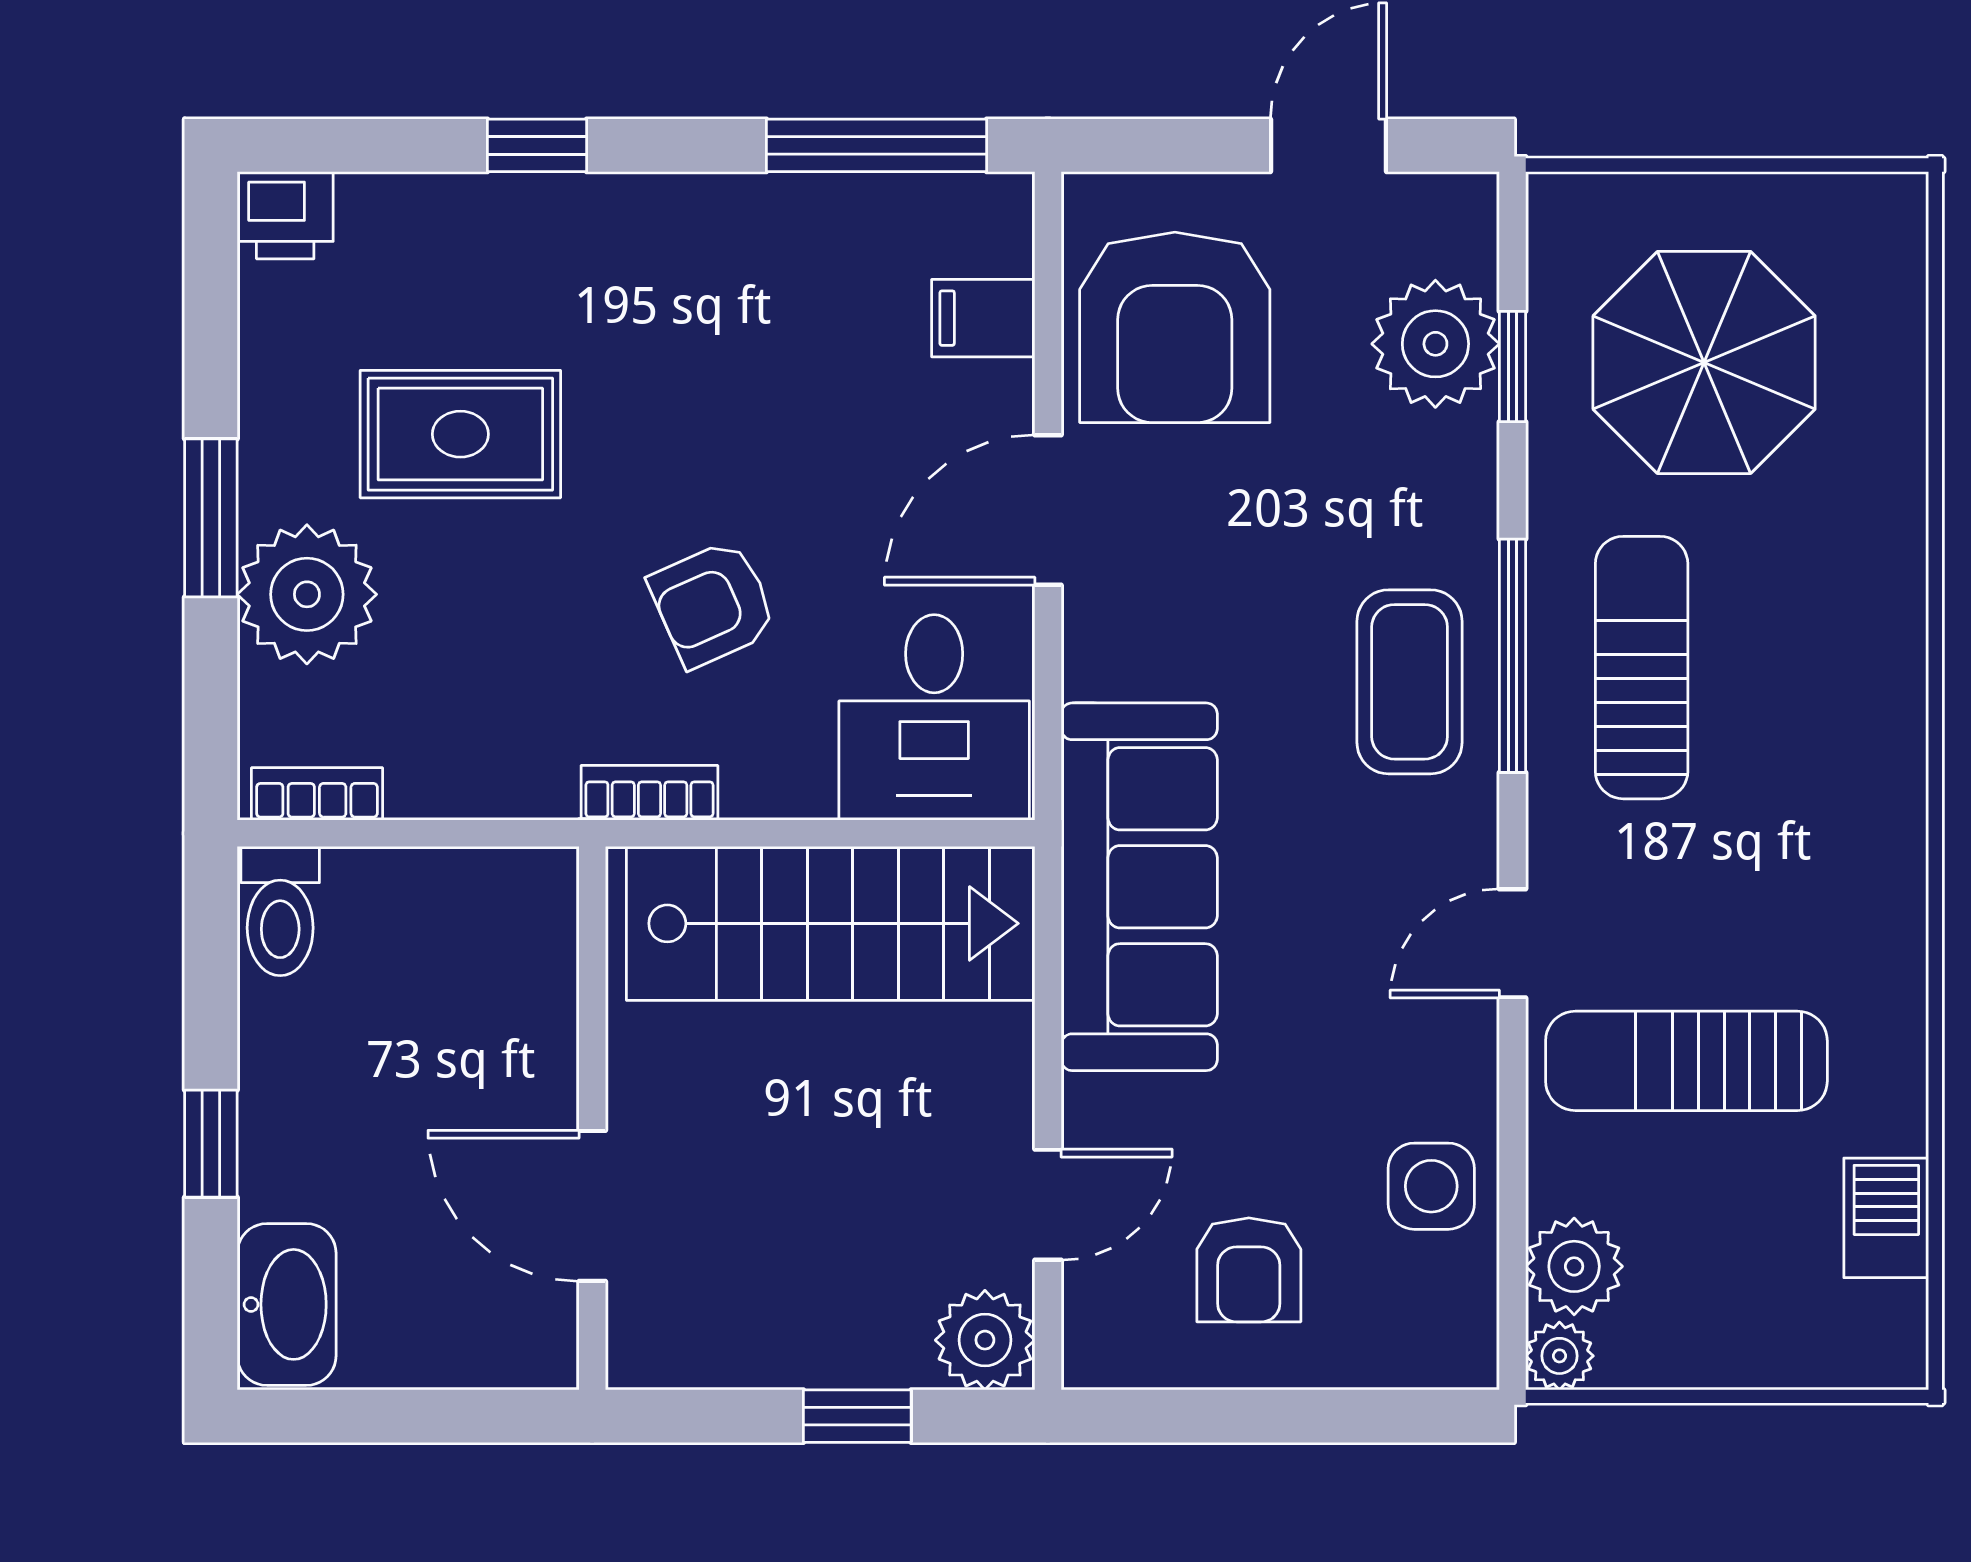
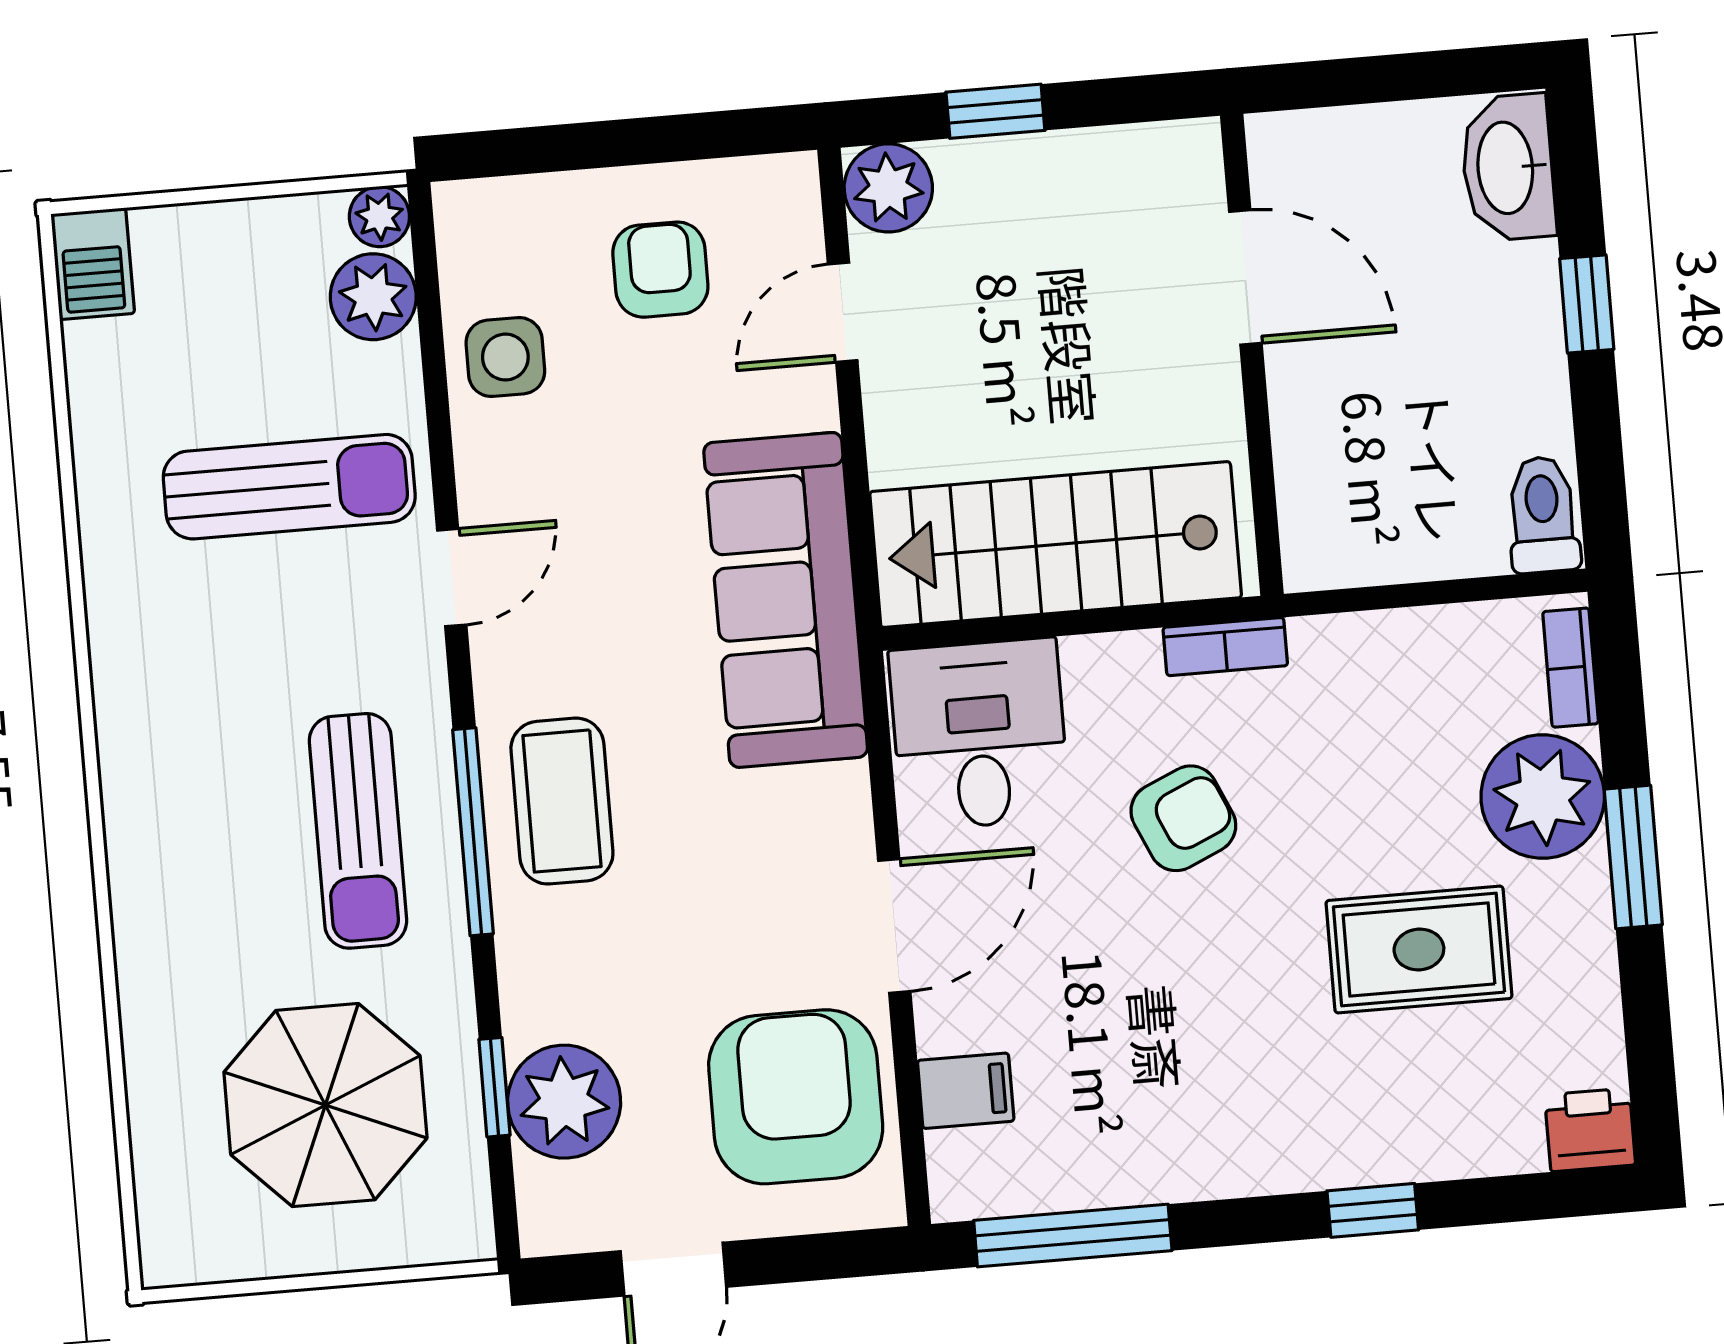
bookcase: (317, 794) -> (1571, 668), moved, turned 90
barbecue: (1886, 1218) -> (93, 264), moved

